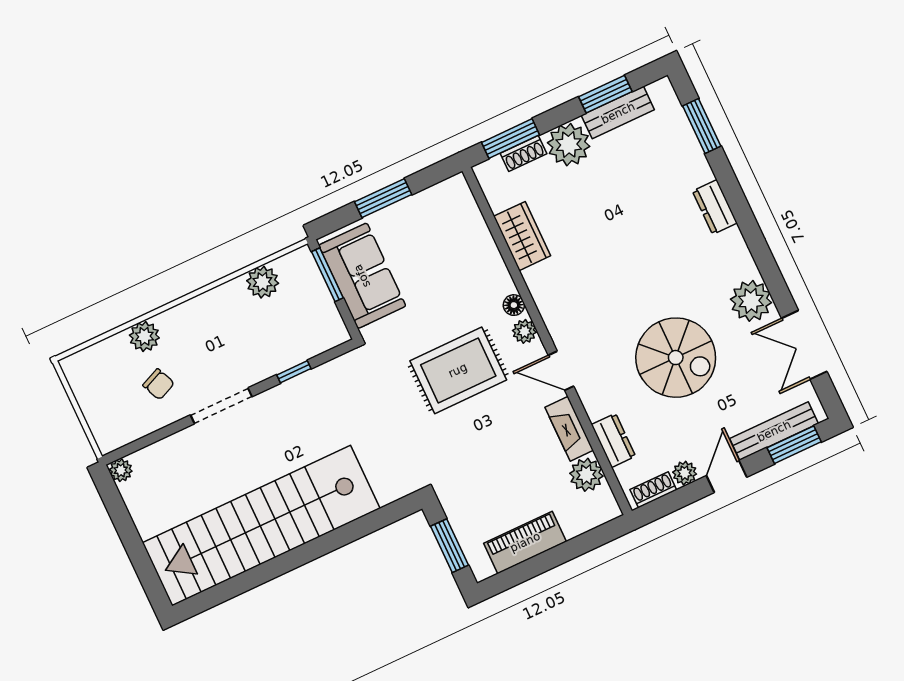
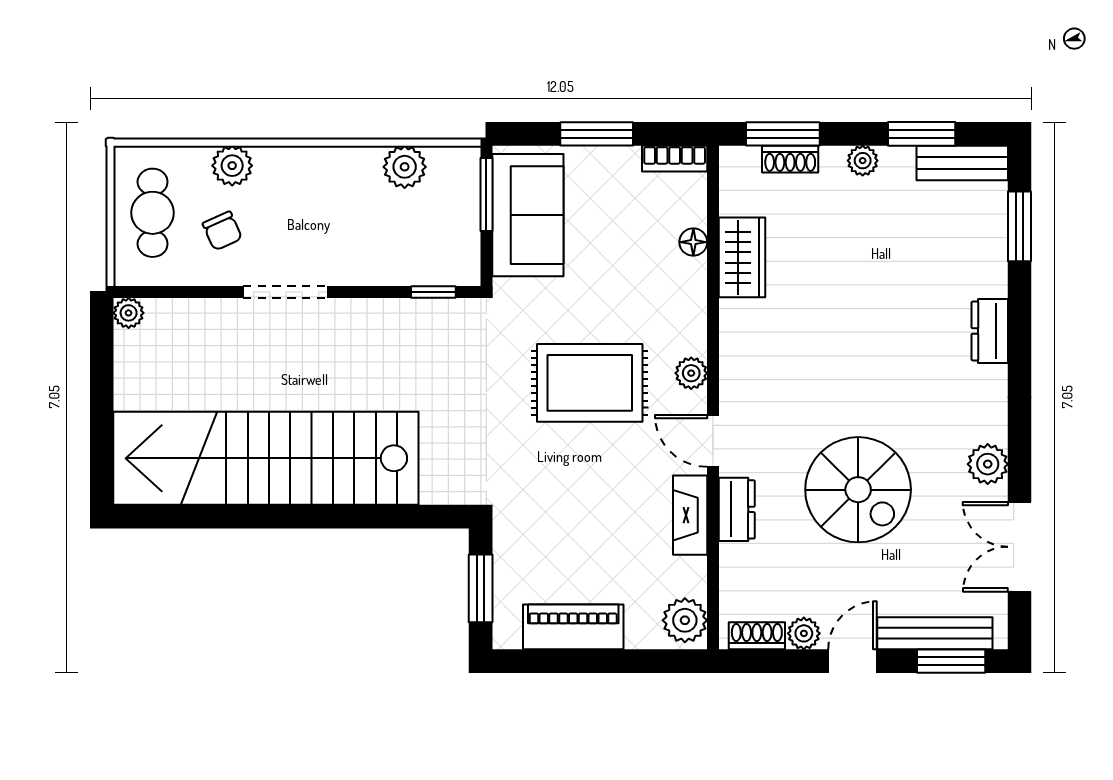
bench: (618, 113) -> (962, 163), moved
plant: (569, 145) -> (863, 161), width x0.53, depth x0.53
bookcase: (444, 190) -> (675, 159), added
plant: (751, 301) -> (988, 464), width x0.73, depth x0.73
floor lamp: (514, 305) -> (693, 242), moved
window: (294, 372) -> (433, 292), moved
cafe table: (105, 394) -> (153, 213), added
dresser: (613, 440) -> (737, 509), moved
plant: (586, 475) -> (685, 620), moved

